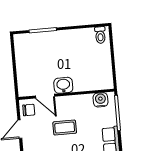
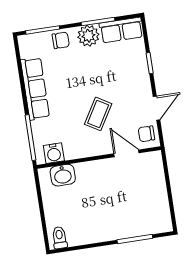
washbasin: (63, 85) -> (63, 175), moved
coffee table: (65, 128) -> (98, 114), turned -59

